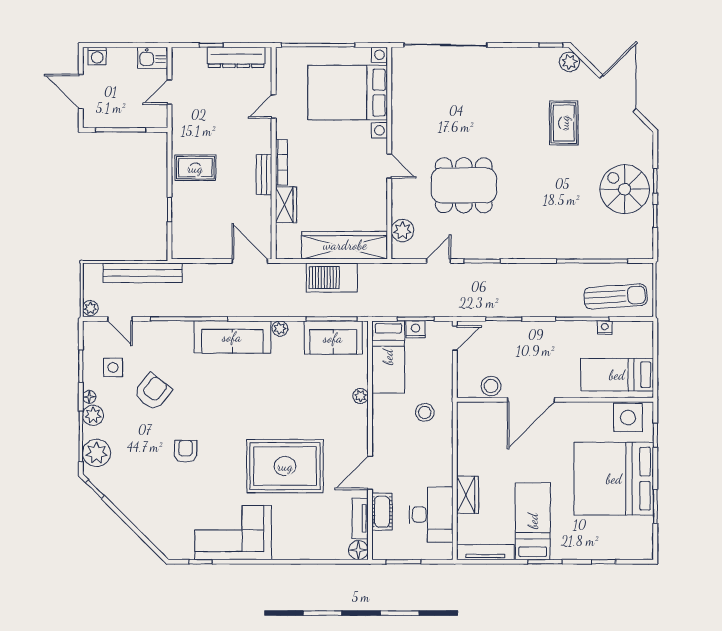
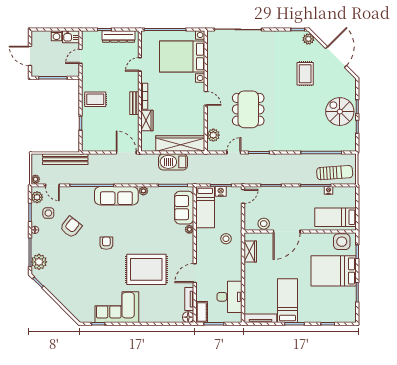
washing machine: (97, 56) -> (57, 36), moved
dining table: (464, 185) -> (248, 109), turned 90
sofa: (333, 338) -> (184, 208), moved, turned 90
plant: (93, 415) -> (37, 197), moved
armchair: (186, 451) -> (106, 243), moved
bed: (614, 479) -> (334, 271), width x0.73
wardrobe: (468, 495) -> (250, 252), moved
cot: (382, 512) -> (202, 312), moved

